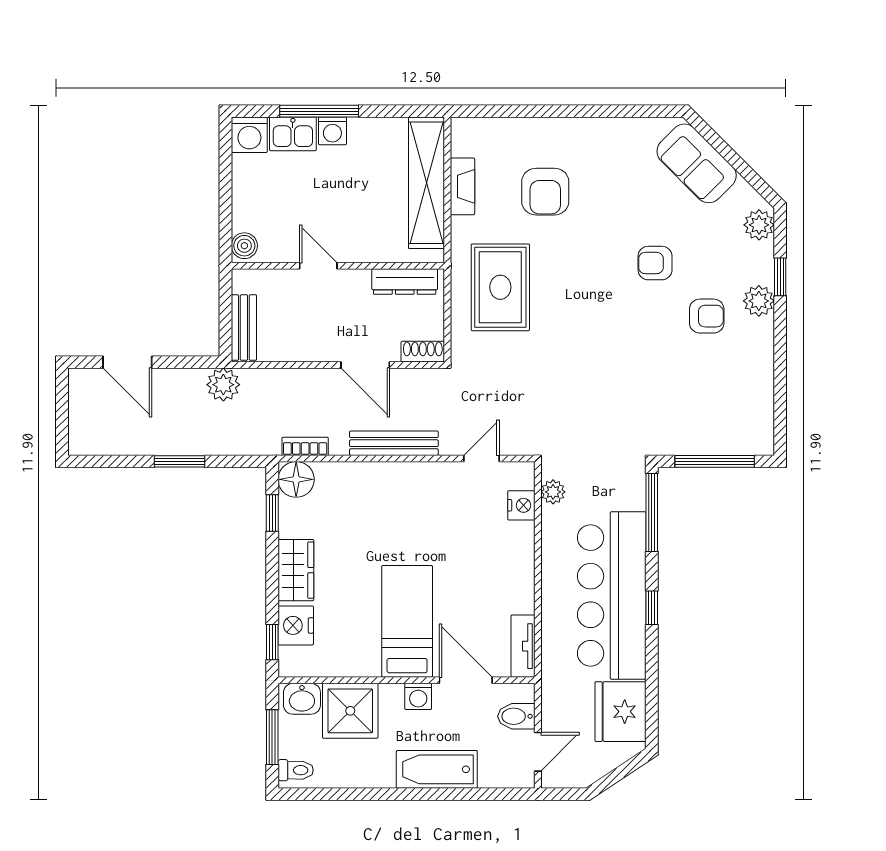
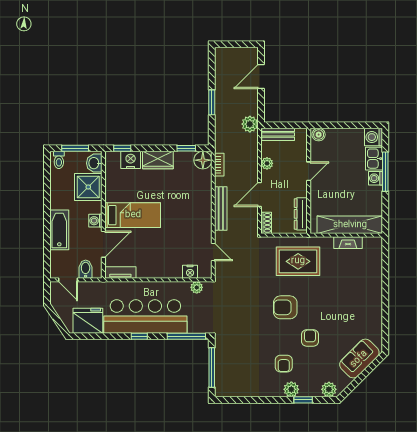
armchair: (545, 192) -> (285, 307), moved
plant: (303, 350) -> (267, 163), added

